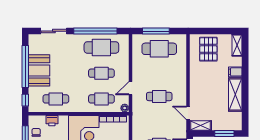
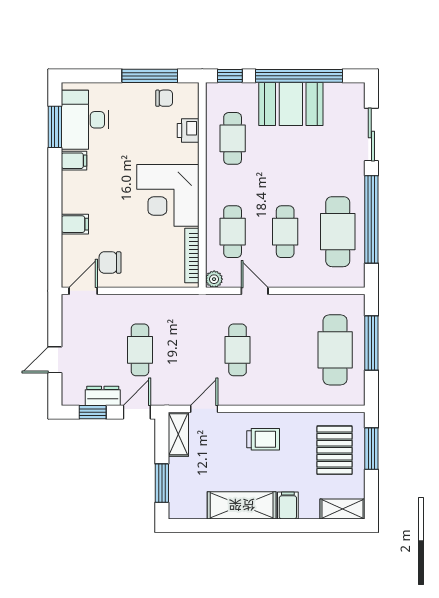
window: (208, 31) -> (371, 449), added
pallet: (208, 49) -> (335, 450), turned 90
trolley: (203, 84) -> (263, 439), added

